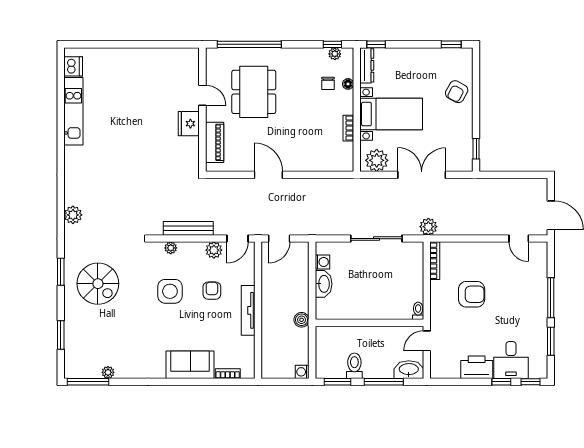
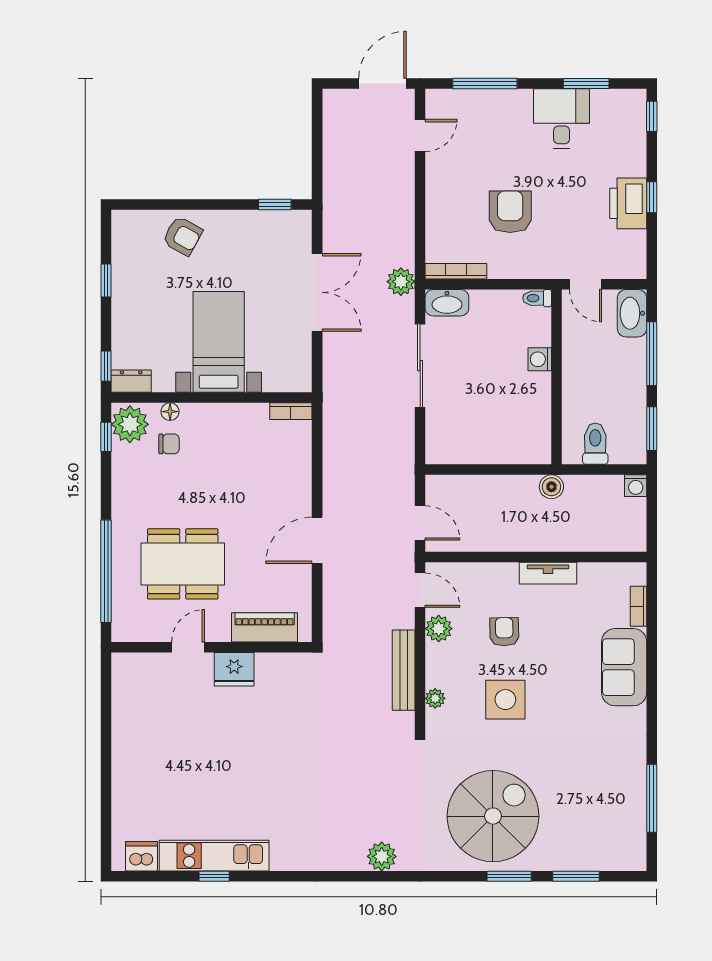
window: (451, 44) -> (106, 280), moved
plant: (335, 54) -> (130, 424), width x1.87, depth x1.87
dresser: (367, 65) -> (131, 381), width x0.70
window: (61, 111) -> (214, 876), added
bookcase: (348, 128) -> (291, 411), moved
plant: (377, 160) -> (294, 365), removed
double door: (422, 175) -> (317, 292), swing flipped
washing machine: (322, 262) -> (540, 359), moved, turned -90
window: (61, 272) -> (509, 876), moved
spiral stairs: (98, 284) -> (493, 816), width x1.37, depth x1.37
washbasin: (324, 284) -> (447, 303), moved, turned 180
armchair: (212, 291) -> (504, 632), turned 89
window: (551, 298) -> (485, 84), moved
tv unit: (248, 310) -> (548, 573), width x0.71
desk: (511, 360) -> (562, 119), moved, turned -90
toilet: (354, 366) -> (595, 444), moved, turned 90
plant: (108, 372) -> (636, 800), removed
window: (88, 382) -> (652, 798), moved
window: (501, 382) -> (652, 197), moved

